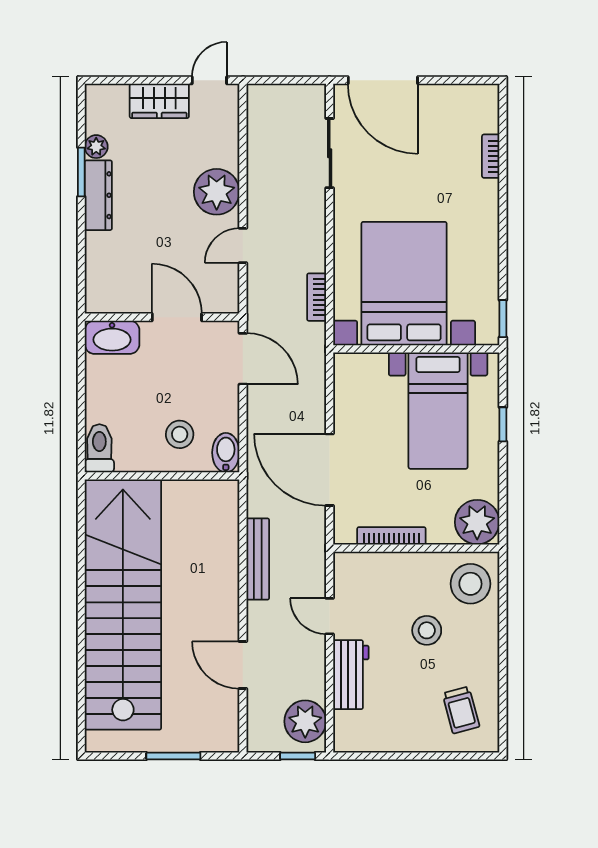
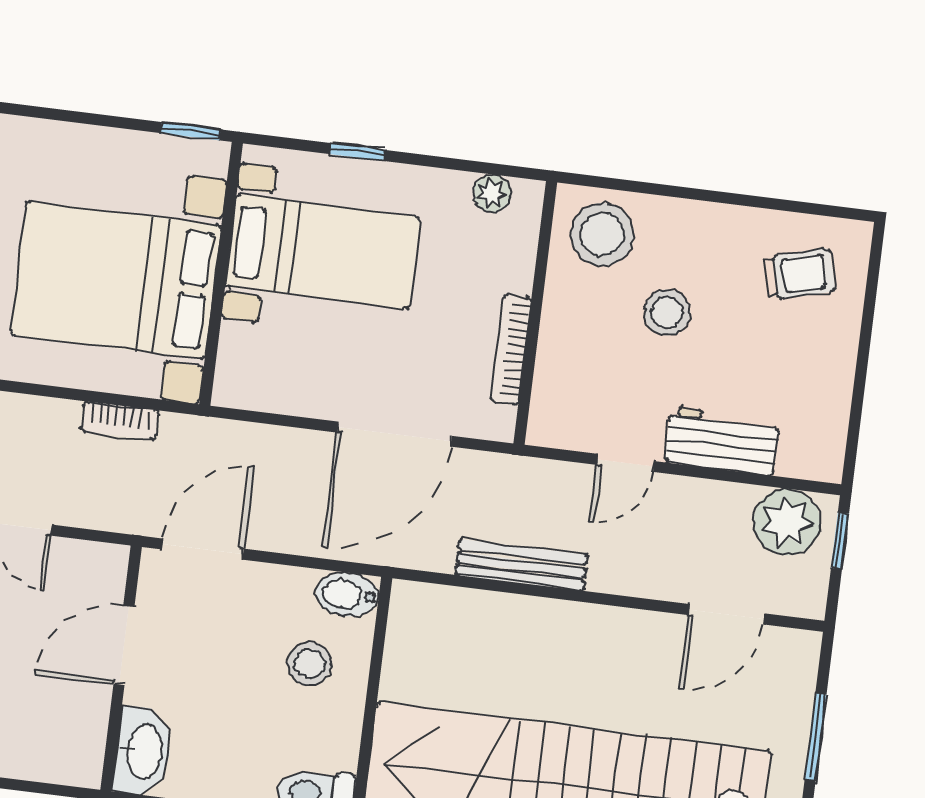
plant: (477, 522) -> (492, 193), width x0.53, depth x0.53
door: (243, 665) -> (726, 614), moved

